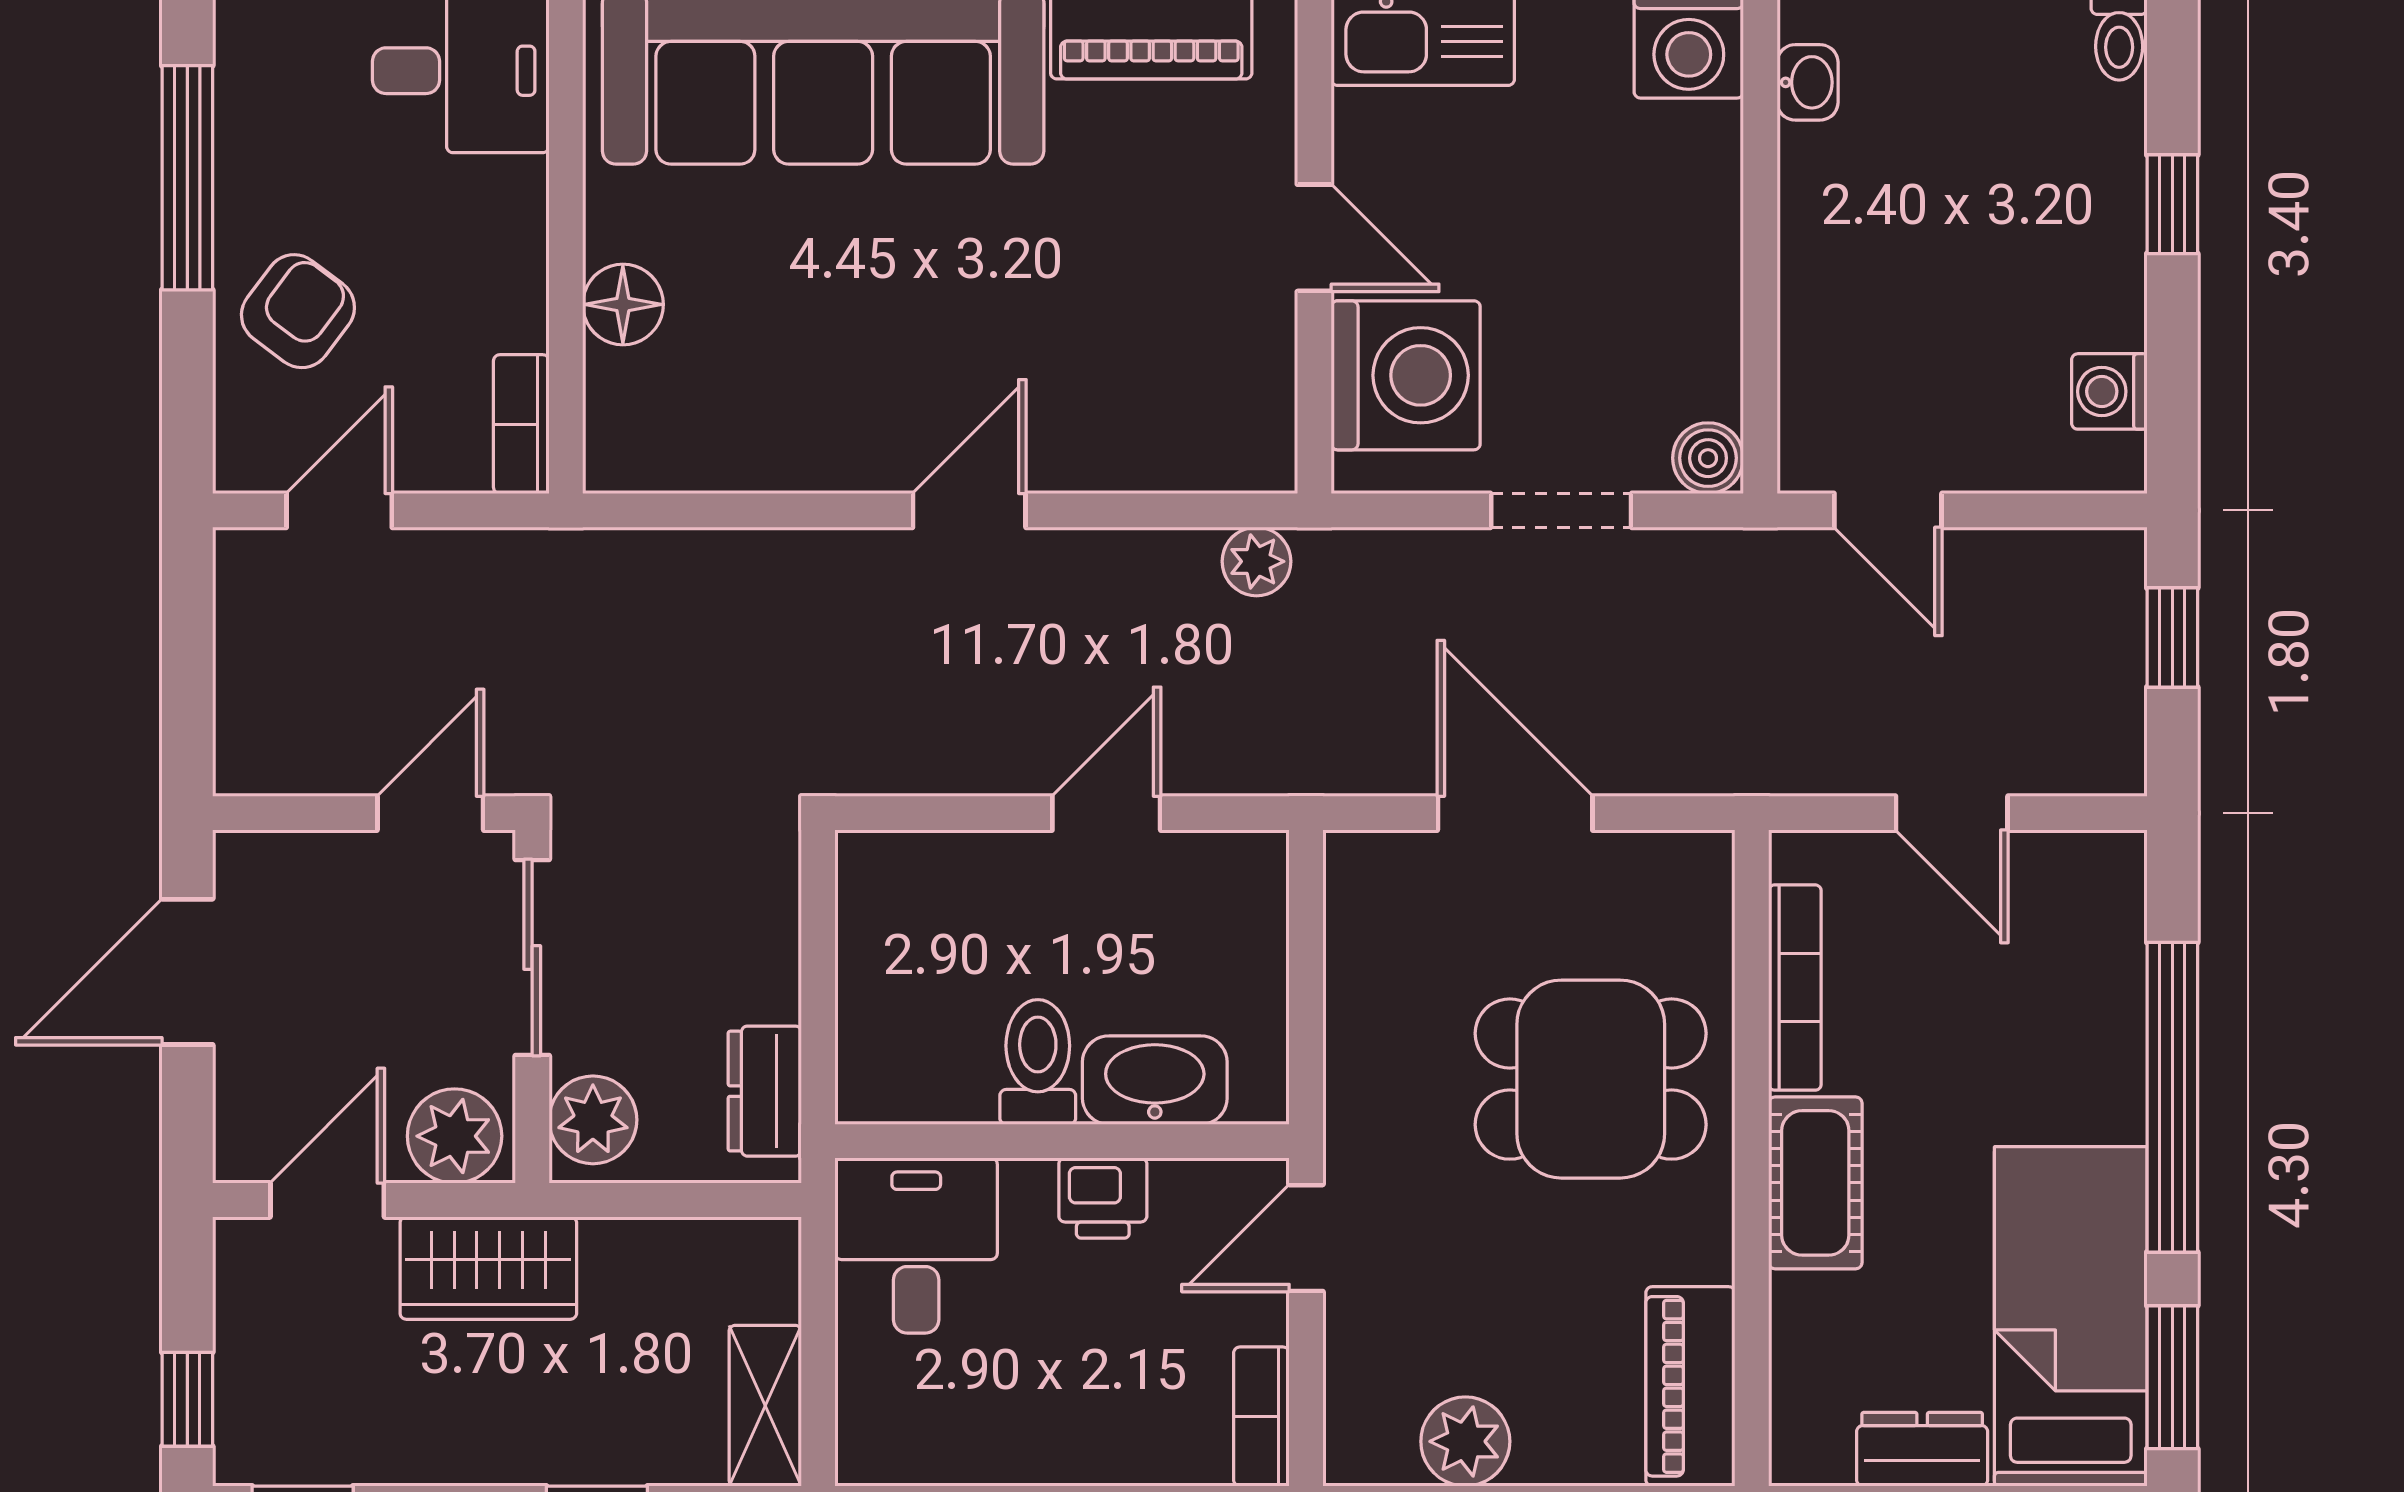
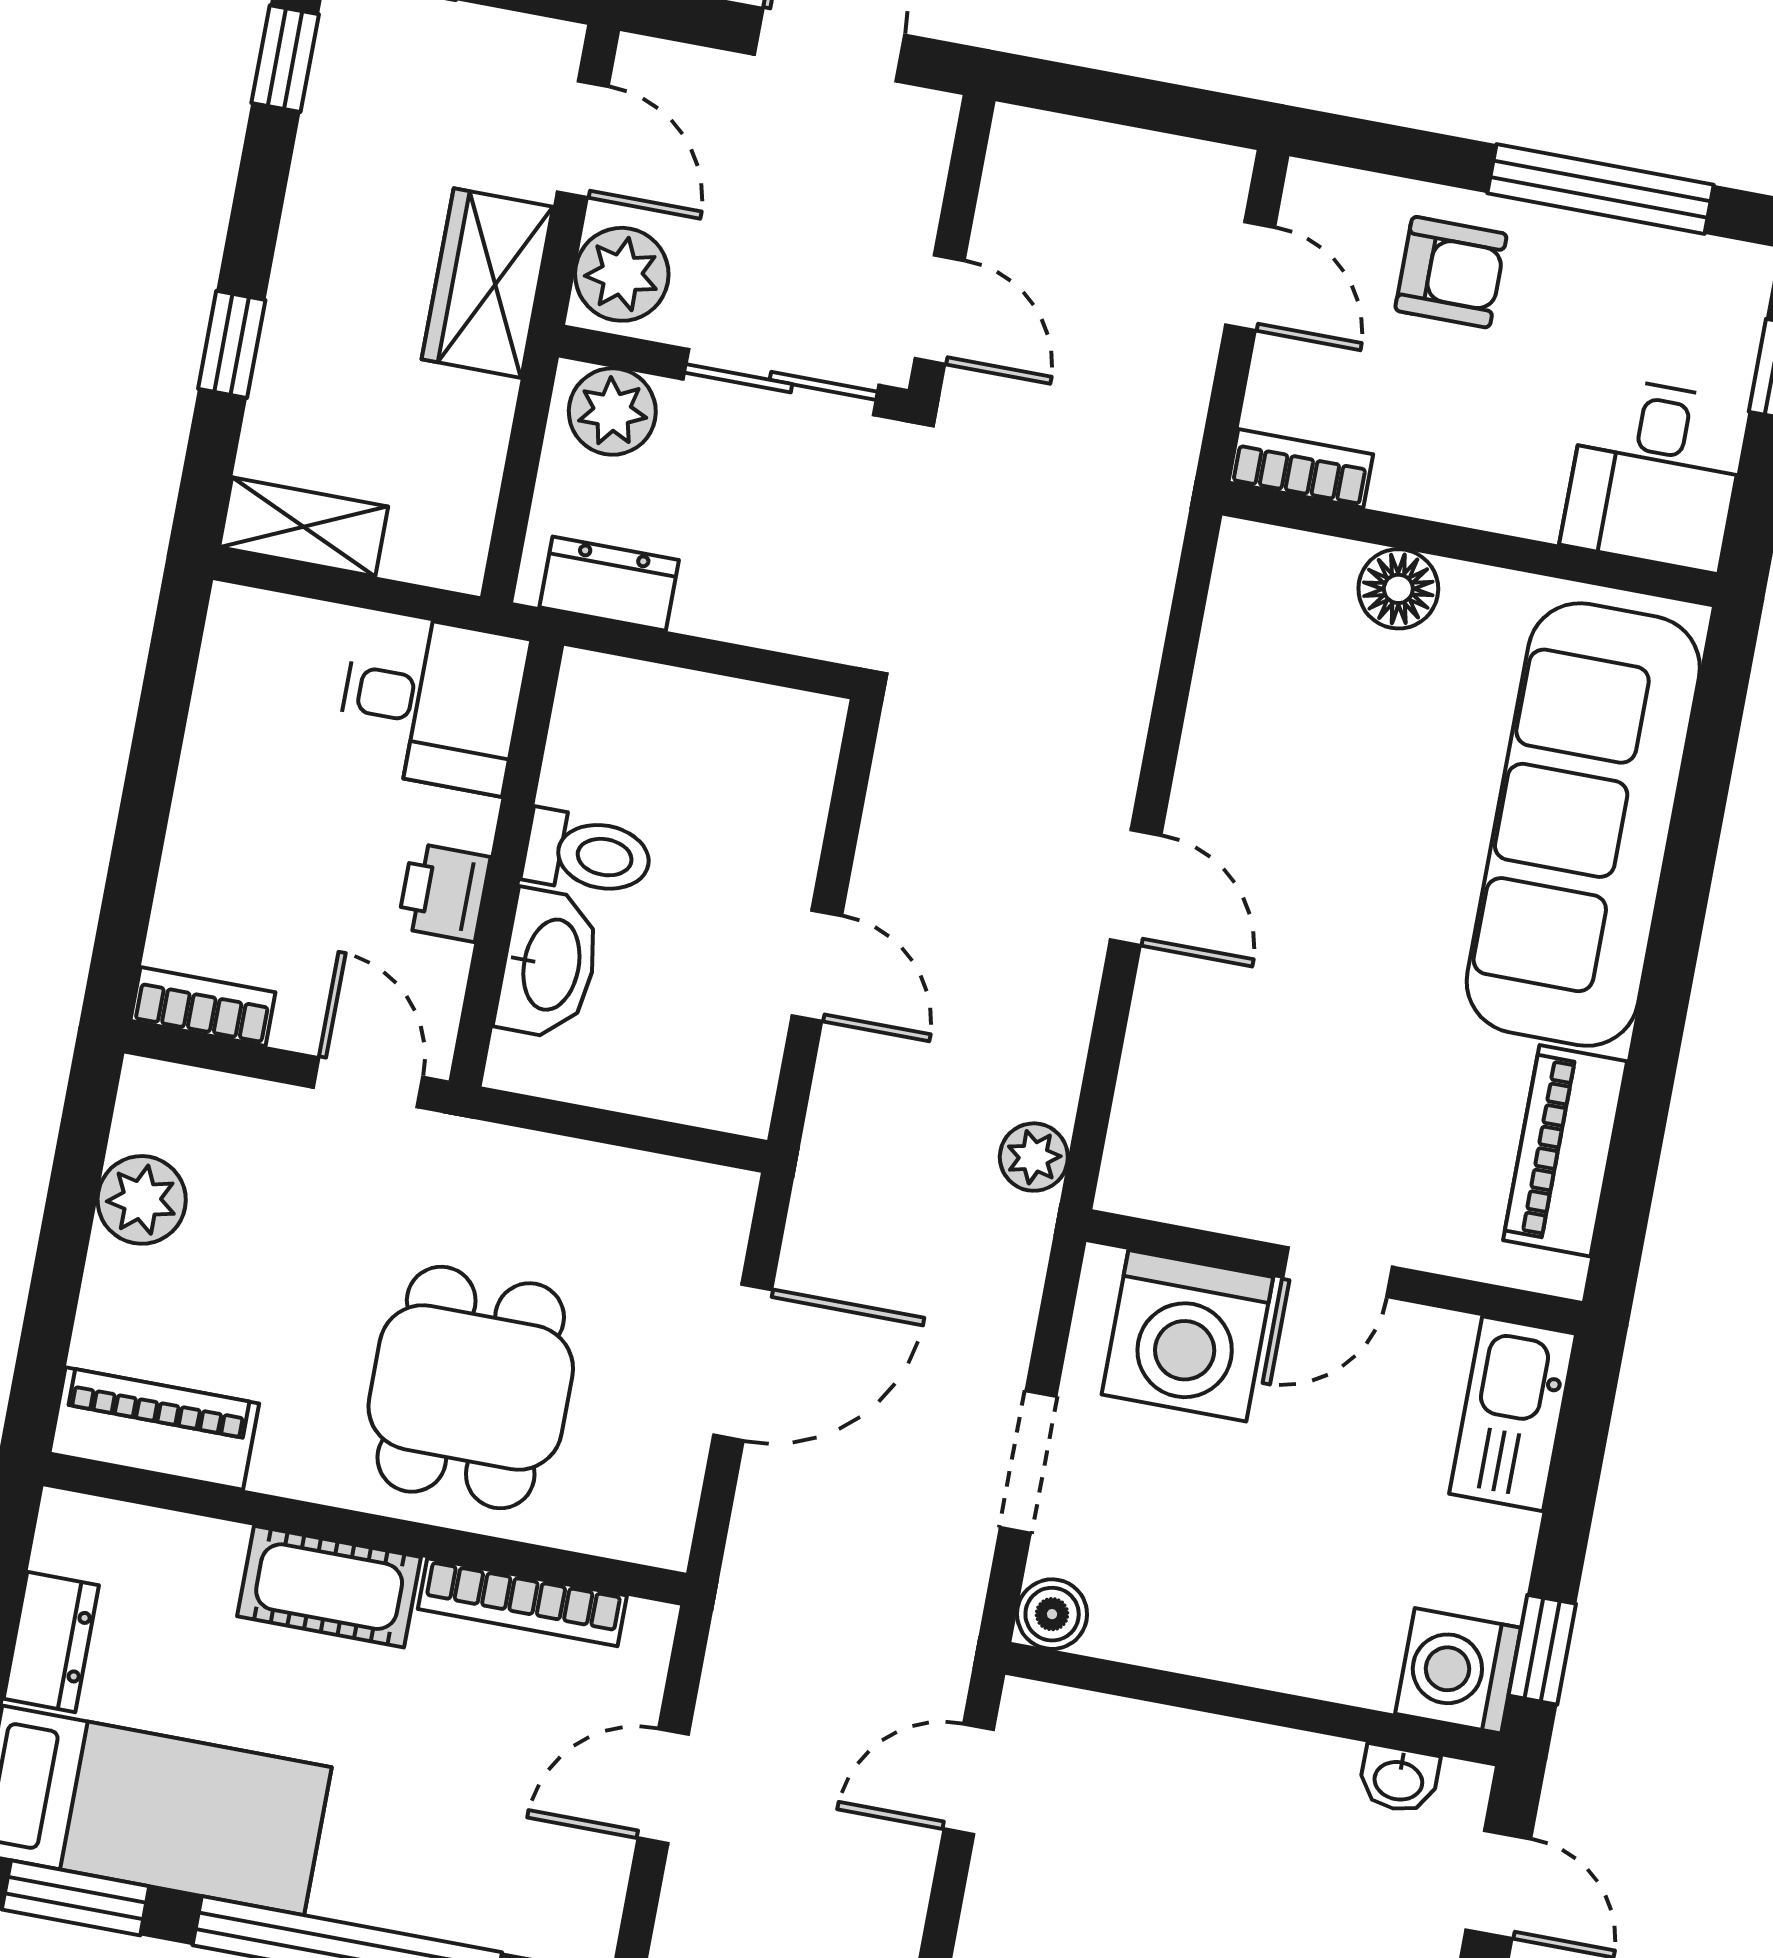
armchair: (298, 311) -> (1451, 272), turned -37

